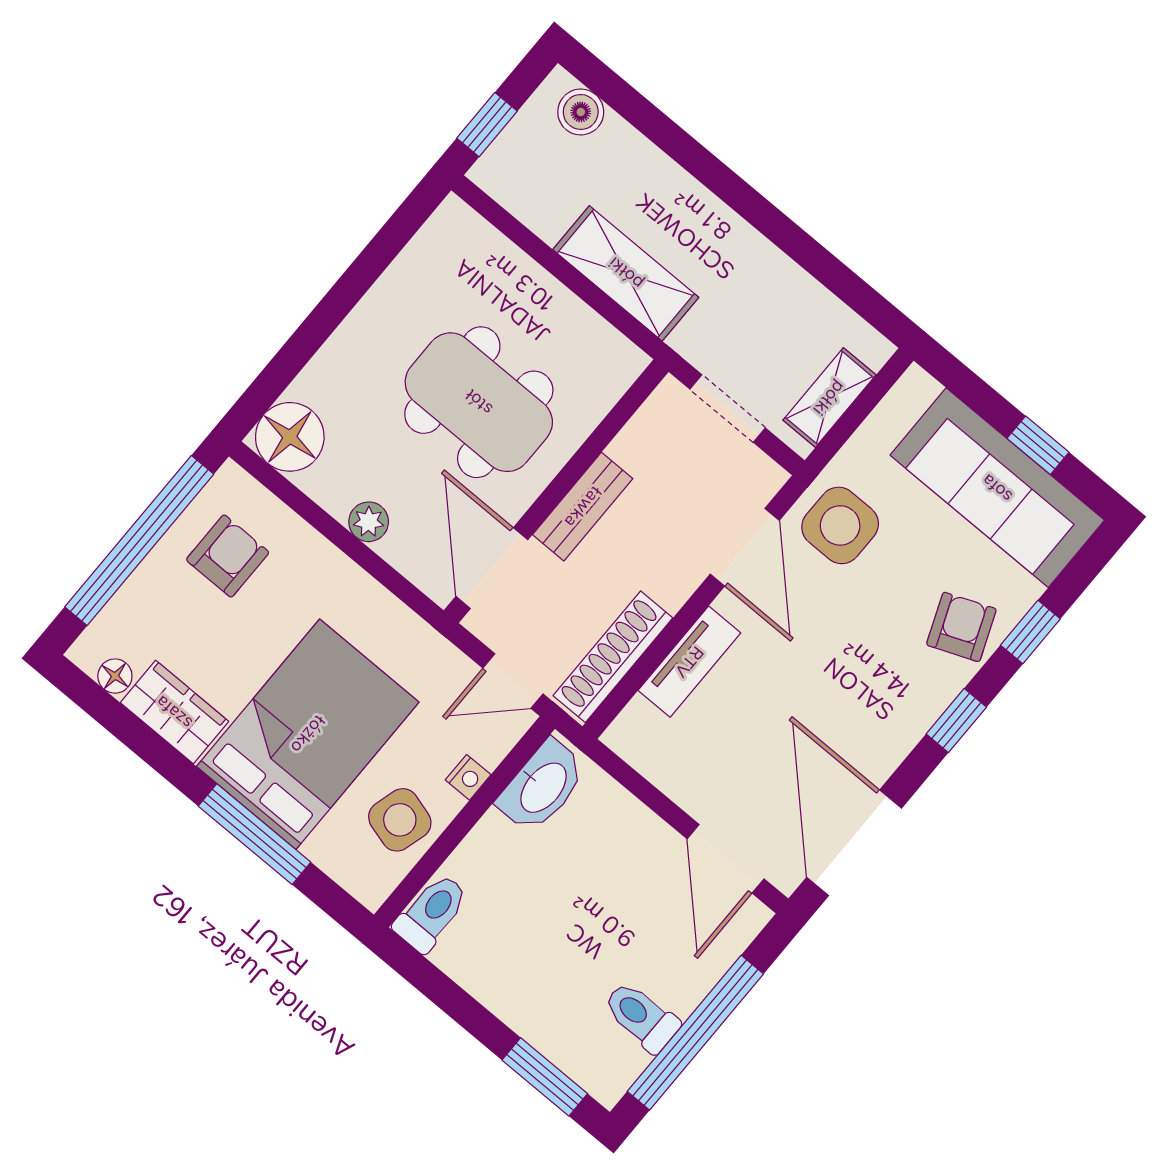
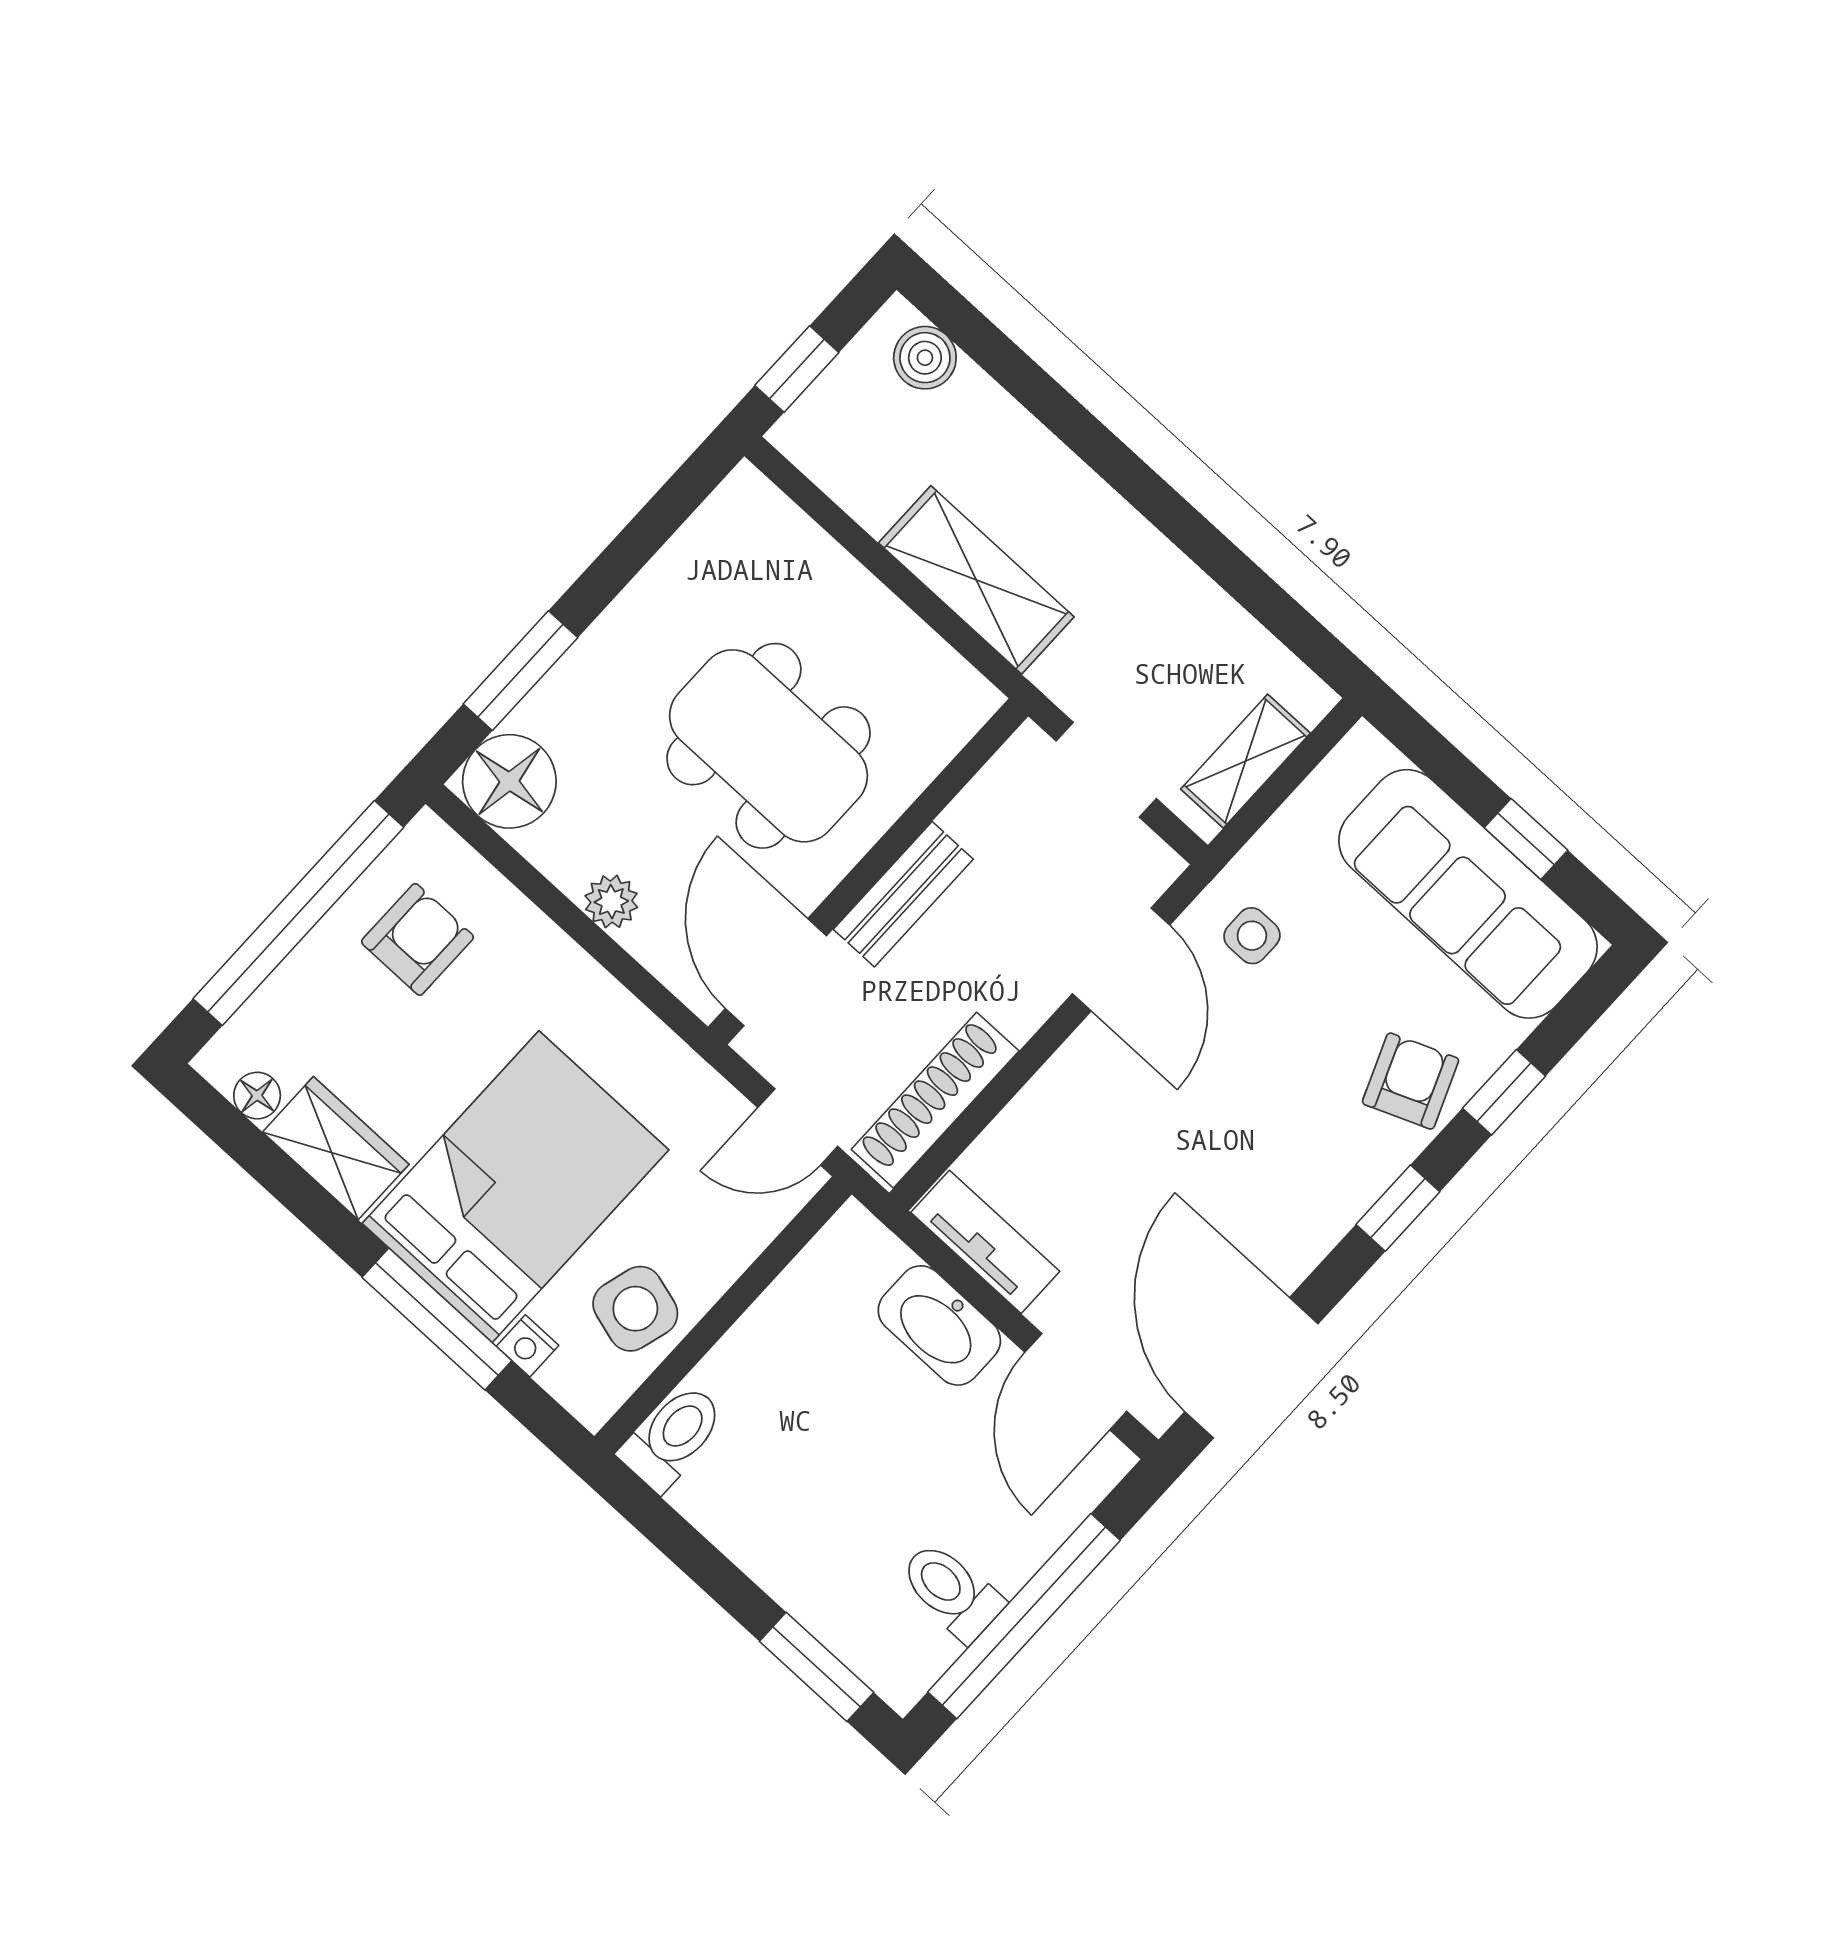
window: (294, 355) -> (520, 671), added
side table: (840, 525) -> (1252, 936), width x0.54, depth x0.54
tv unit: (689, 662) -> (985, 1242), moved, turned -90
nightstand: (468, 777) -> (528, 1346), moved, turned 90
washbasin: (542, 787) -> (939, 1325), moved, turned 90

